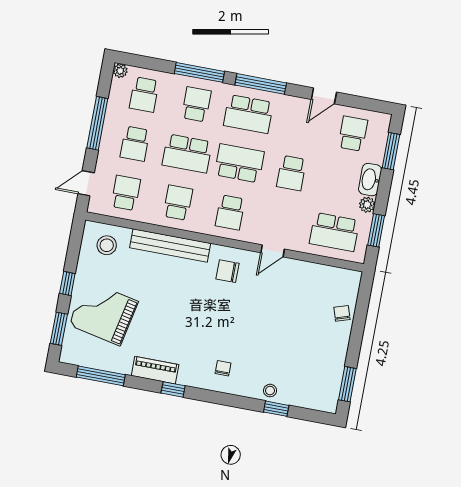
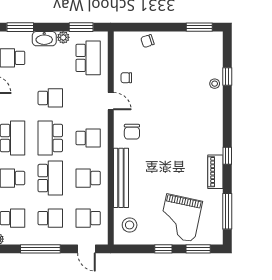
chair: (223, 368) -> (126, 78), moved

